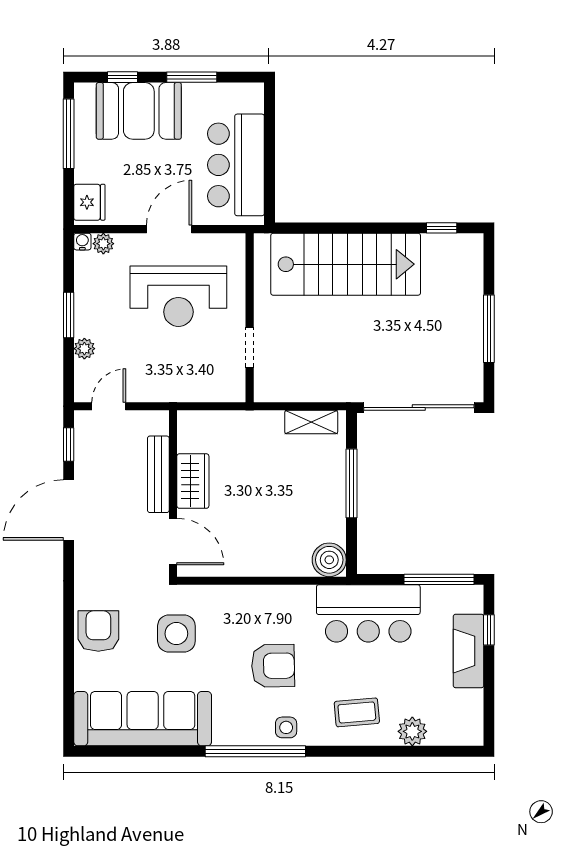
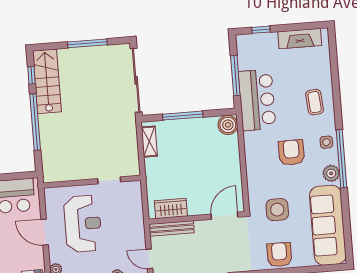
window: (360, 228) -> (35, 122), added
stairs: (346, 264) -> (47, 81), moved, width x0.73, depth x0.66
bench: (158, 474) -> (172, 228), moved
wardrobe: (193, 481) -> (171, 208), moved
window: (439, 579) -> (235, 76), moved
armchair: (98, 631) -> (279, 255), turned 90
fireplace: (468, 651) -> (300, 38), moved
plant: (412, 731) -> (331, 173), moved

